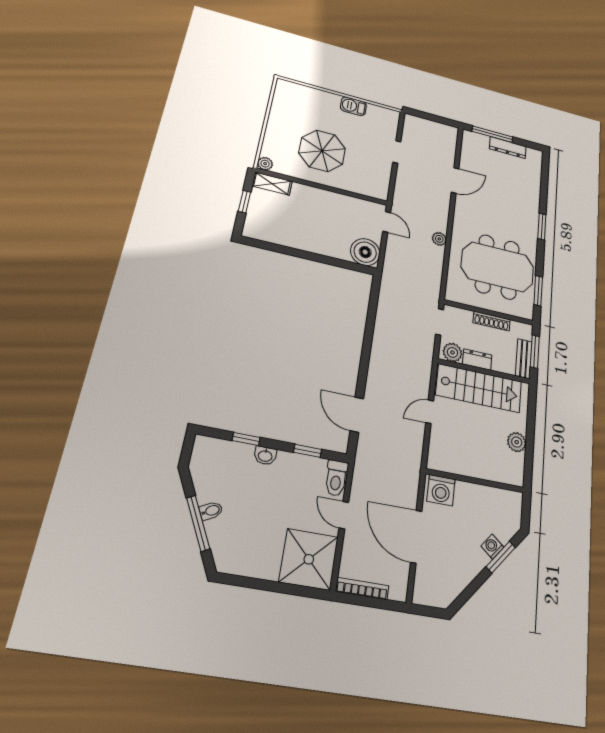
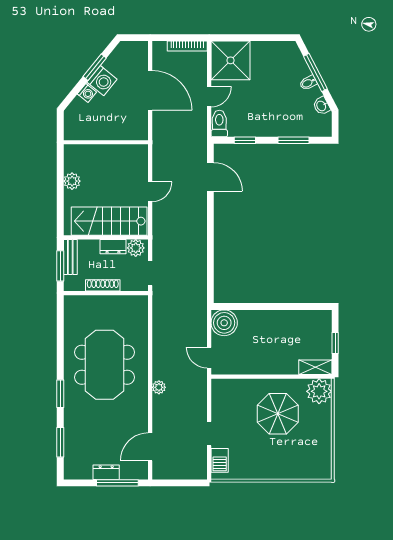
barbecue: (353, 106) -> (220, 460), moved, turned 90
dresser: (508, 148) -> (106, 472), width x0.70
plant: (265, 164) -> (319, 391), width x1.87, depth x1.87
door: (455, 180) -> (150, 447), moved
plant: (439, 239) -> (159, 387), moved
meeting table: (497, 267) -> (104, 365), moved, turned 90
window: (538, 291) -> (60, 442), moved
window: (246, 439) -> (293, 140), width x1.50
washbasin: (265, 456) -> (322, 106), moved, turned -117
washing machine: (441, 490) -> (102, 81), moved, turned 129
door: (344, 515) -> (209, 97), hinge flipped
window: (501, 557) -> (95, 67), moved

